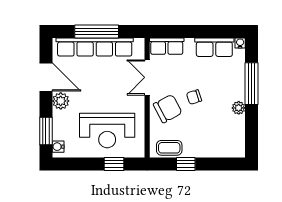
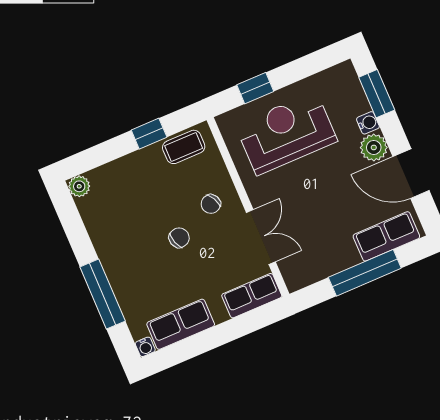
row of seats: (95, 47) -> (386, 236), width x0.50
plant: (239, 108) -> (79, 186), moved
chair: (168, 109) -> (211, 204), width x0.54, depth x0.54
water cooler: (58, 147) -> (368, 123), moved

